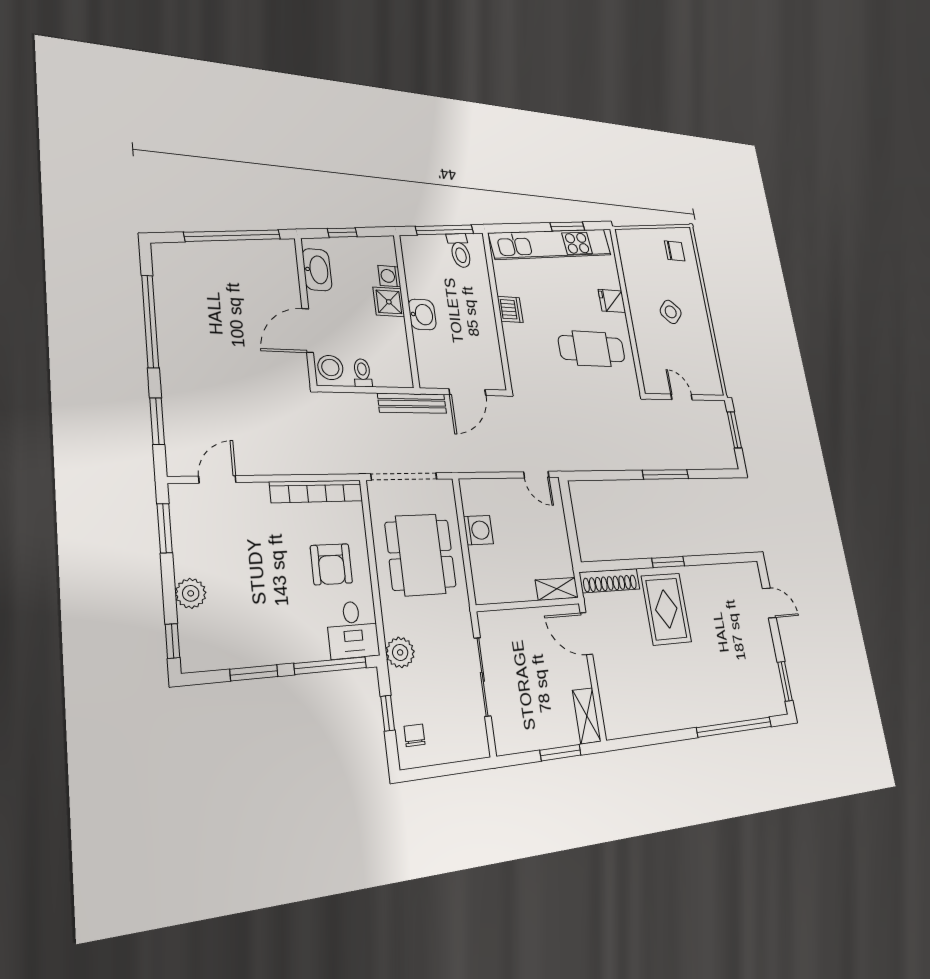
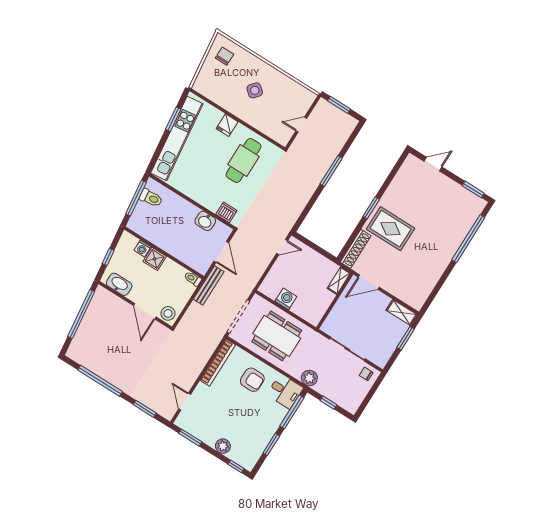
dishwasher: (510, 309) -> (226, 212), moved
washbasin: (422, 315) -> (205, 221), moved, turned 180
toilet: (362, 373) -> (193, 279), moved
chair: (415, 735) -> (366, 374), moved

